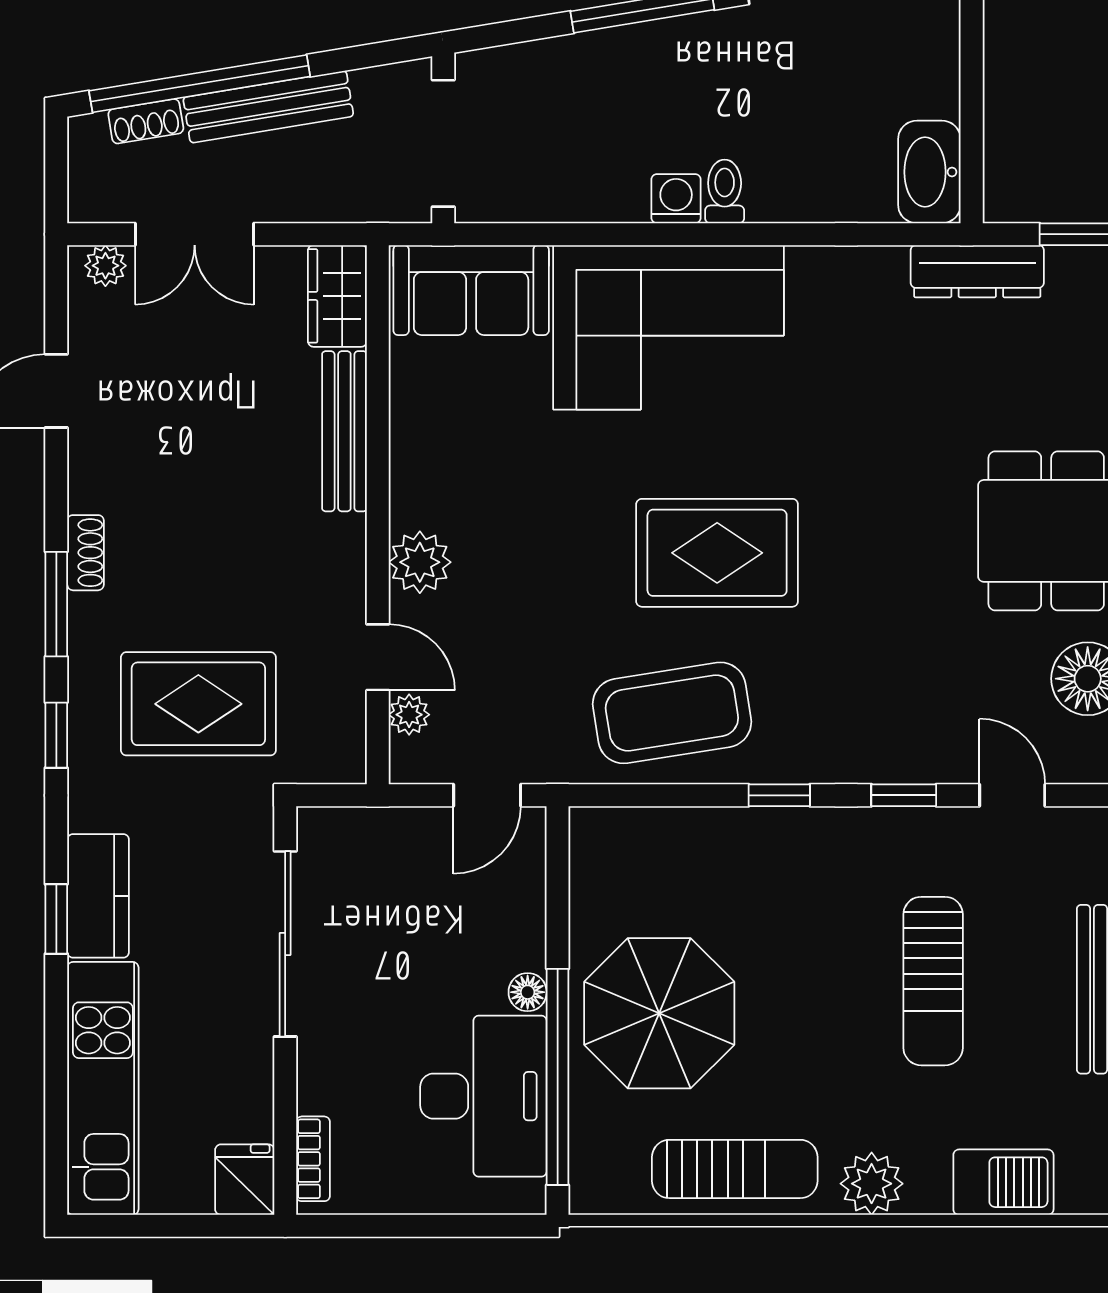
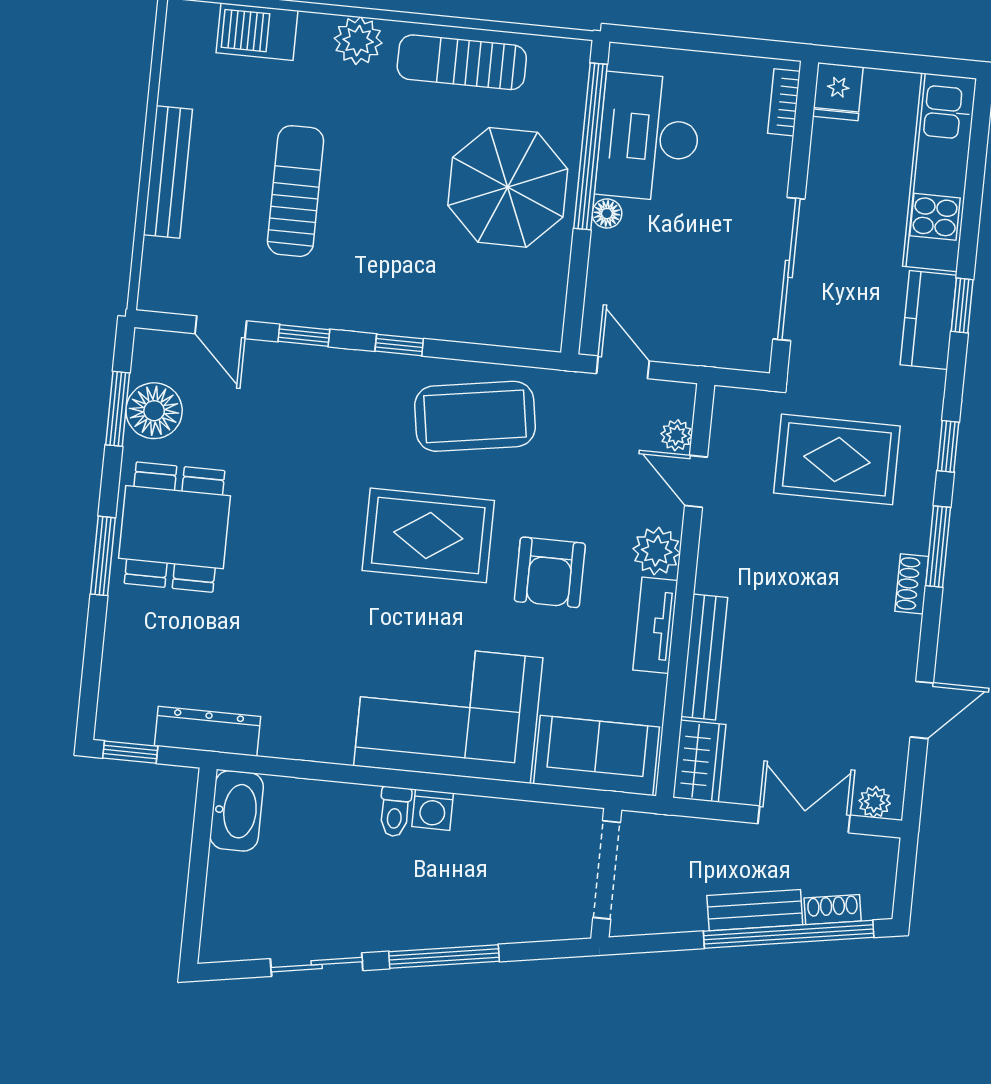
bench: (268, 107) -> (755, 910), width x0.73
tv unit: (412, 466) -> (655, 625), added
armchair: (555, 521) -> (550, 572), added
door: (487, 795) -> (623, 367), hinge flipped

